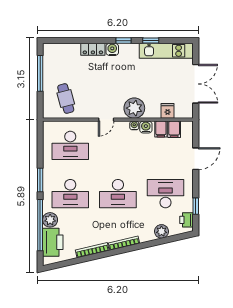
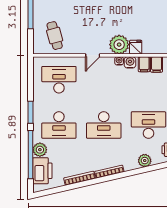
fridge: (168, 111) -> (136, 47), moved
desk: (70, 145) -> (59, 80), turned 180

